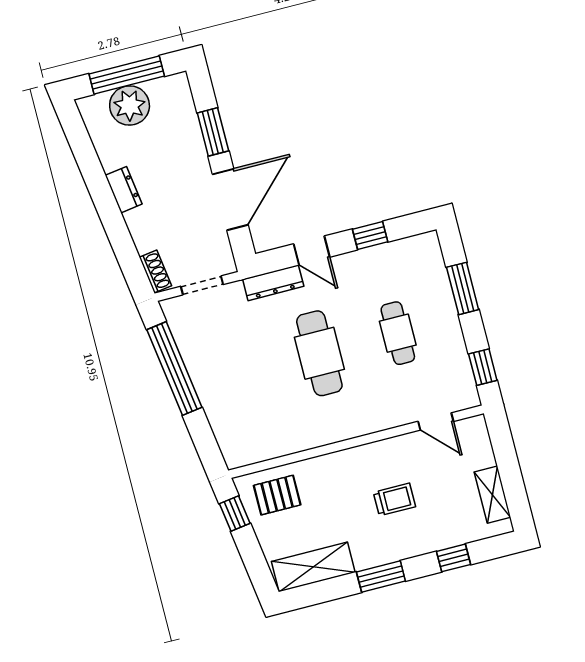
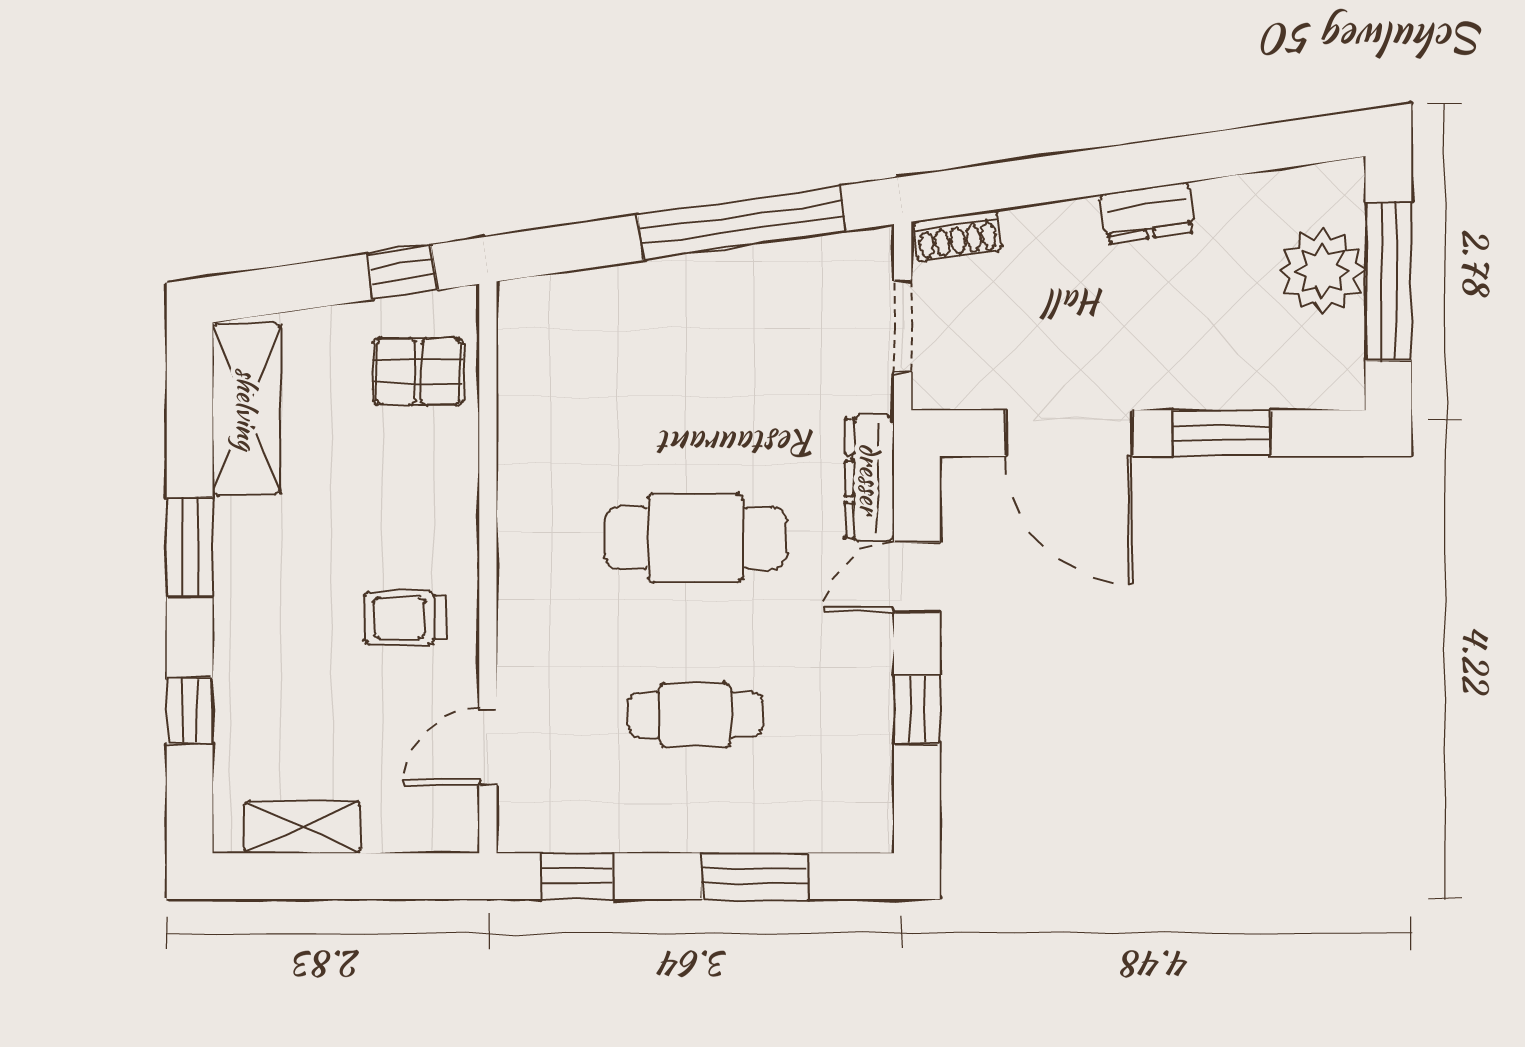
pallet: (277, 495) -> (418, 372), turned 90
trolley: (395, 499) -> (405, 618), moved, turned 90

